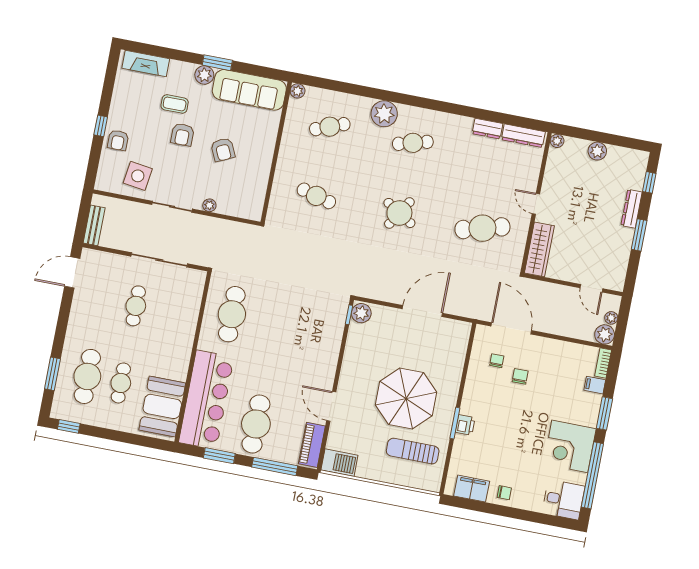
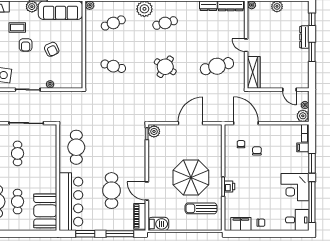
cafe table: (256, 424) -> (111, 191), moved

